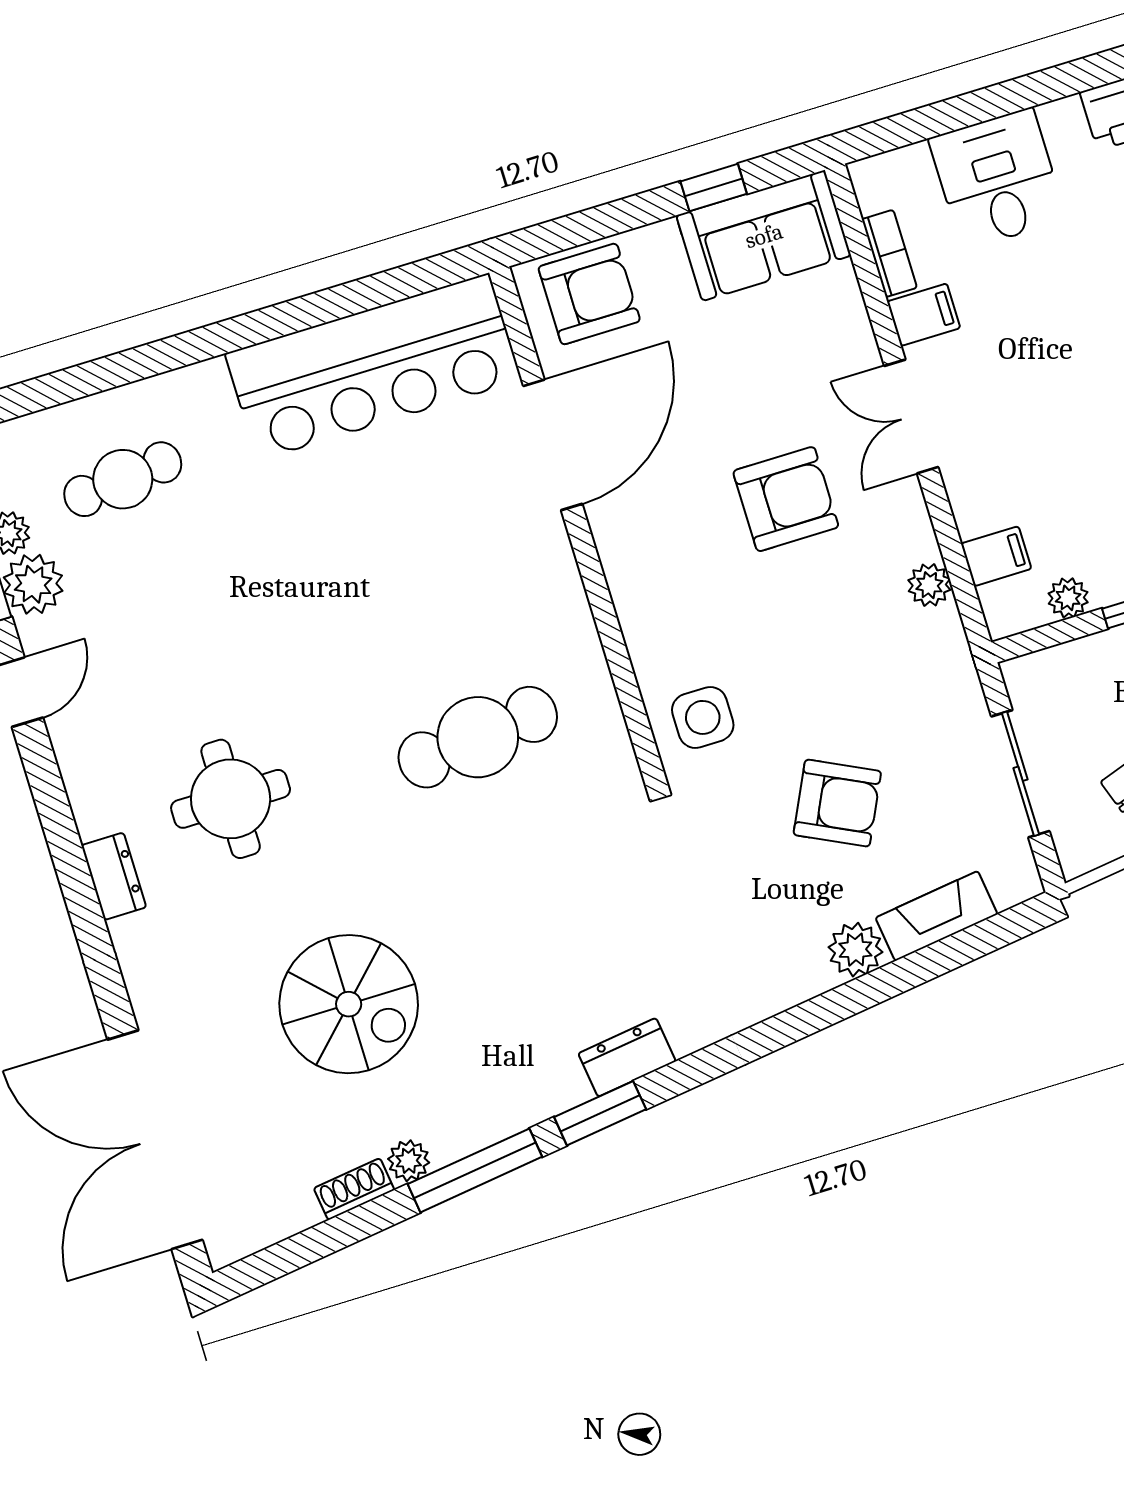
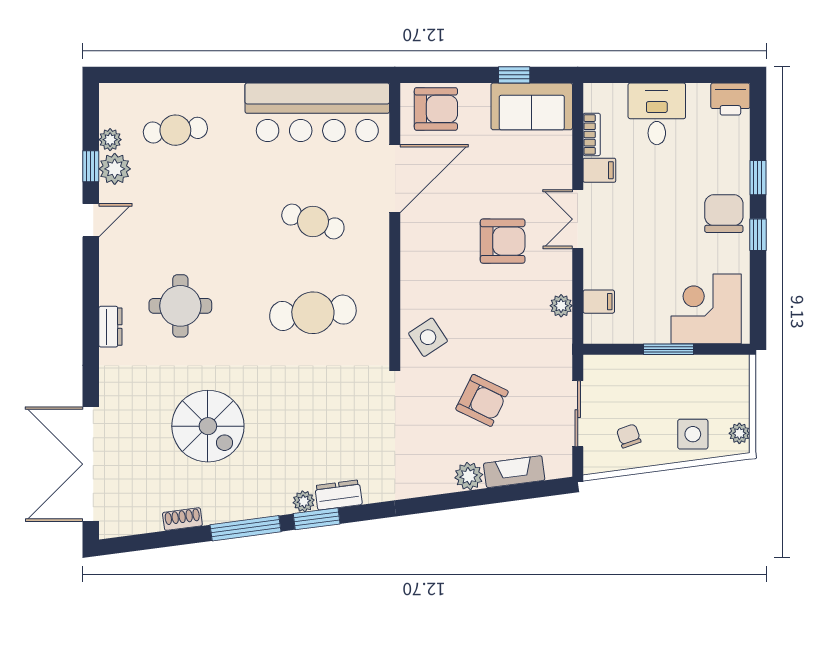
cafe table: (427, 570) -> (313, 221), added
plant: (1068, 598) -> (628, 333), removed
side table: (703, 717) -> (428, 337), turned -33
plant: (409, 1161) -> (304, 501), moved

